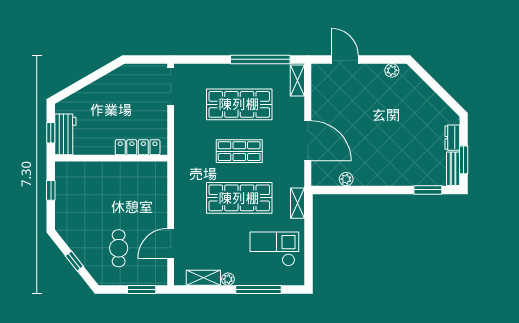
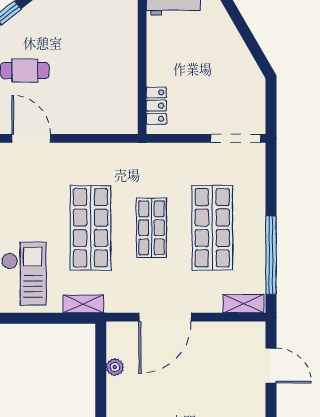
door: (345, 59) -> (271, 366), hinge flipped
locker: (138, 147) -> (156, 106), width x0.66

